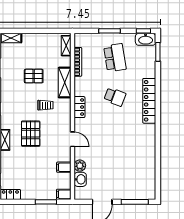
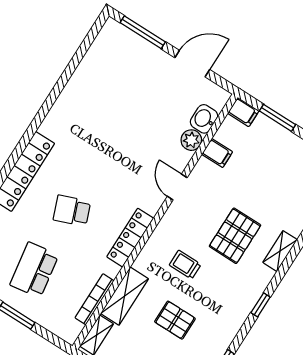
shelving: (65, 83) -> (125, 296), moved
school desk: (115, 97) -> (72, 211), turned -42
locker: (79, 107) -> (130, 238), width x1.53

